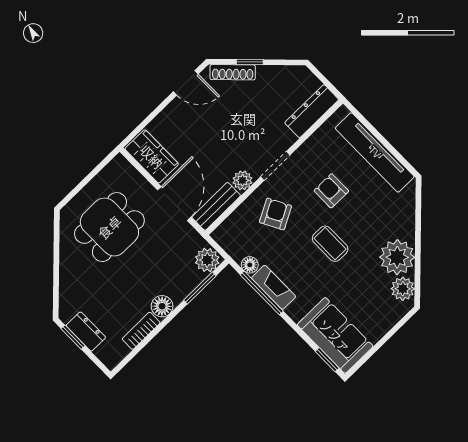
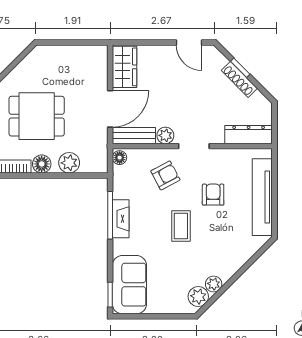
shoe rack: (233, 72) -> (239, 79), moved
dining table: (109, 227) -> (37, 116), moved
plant: (397, 257) -> (214, 284), width x0.53, depth x0.53
plant: (207, 260) -> (69, 163), moved
floor lamp: (250, 265) -> (120, 158), moved
window: (200, 288) -> (75, 175), removed

